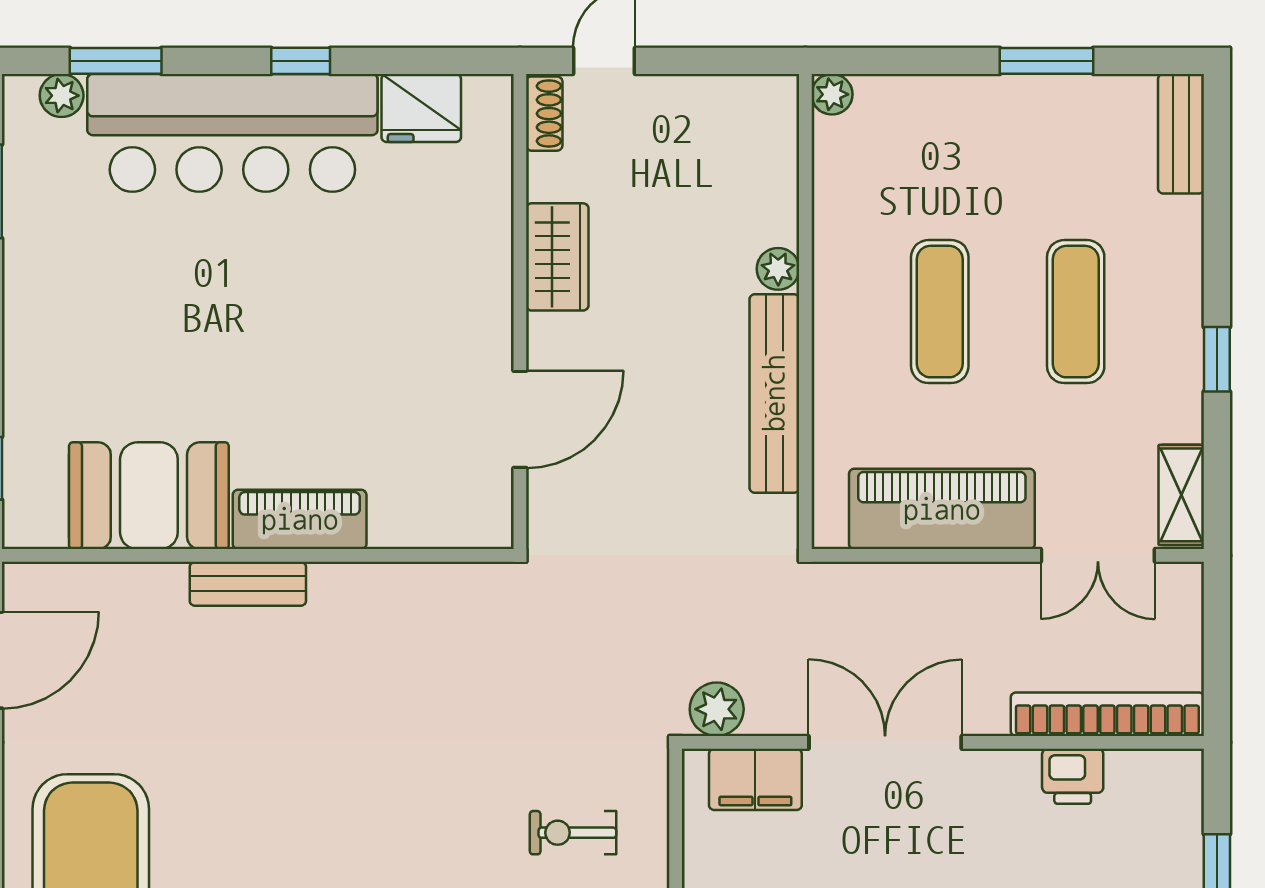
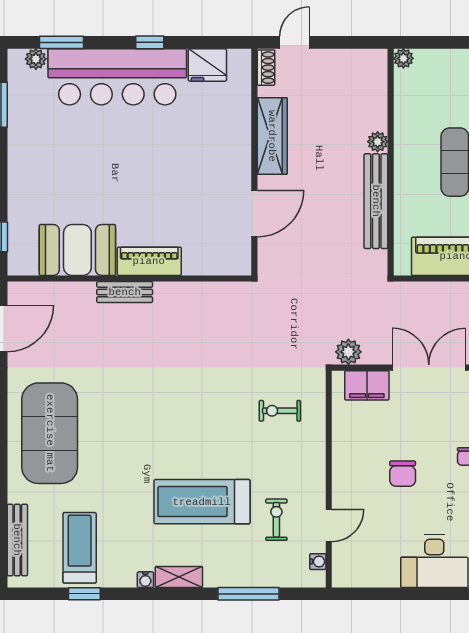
wardrobe: (557, 257) -> (272, 136), width x1.50

